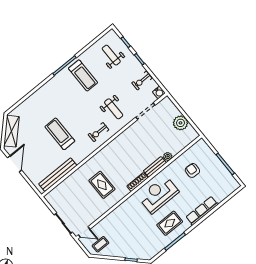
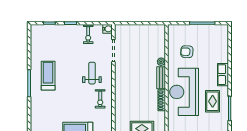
weight bench: (111, 55) -> (50, 42), removed
treadmill: (83, 75) -> (48, 76), turned -90
weight bench: (114, 109) -> (92, 73), turned -90
plant: (180, 123) -> (144, 31), removed
reception desk: (159, 195) -> (184, 92), width x1.36, depth x1.30
row of seats: (202, 211) -> (223, 75), width x0.68

